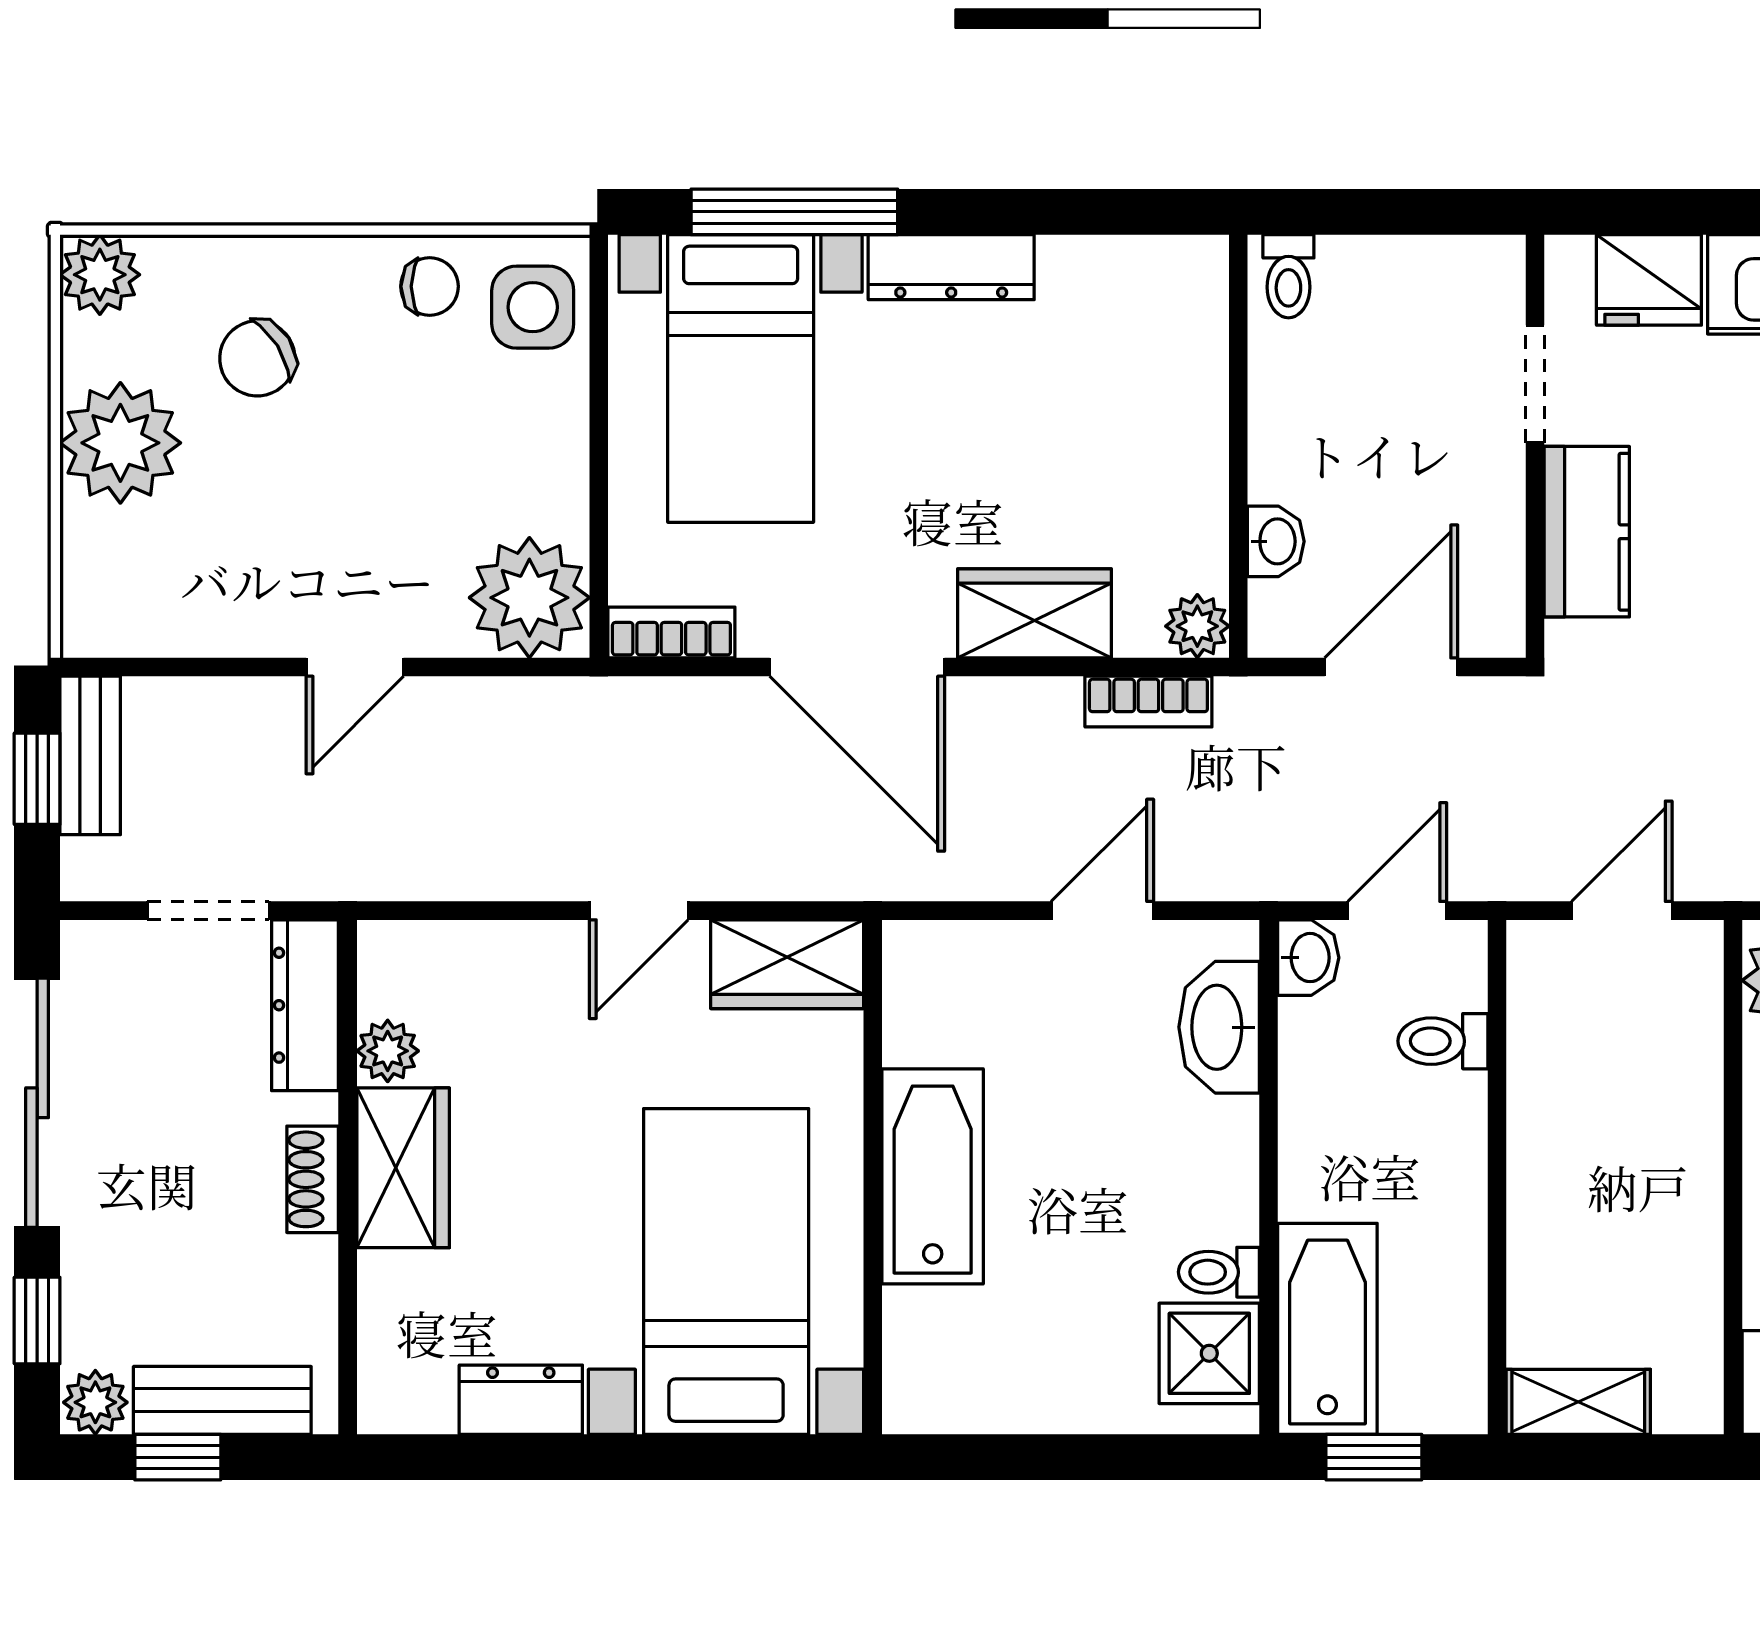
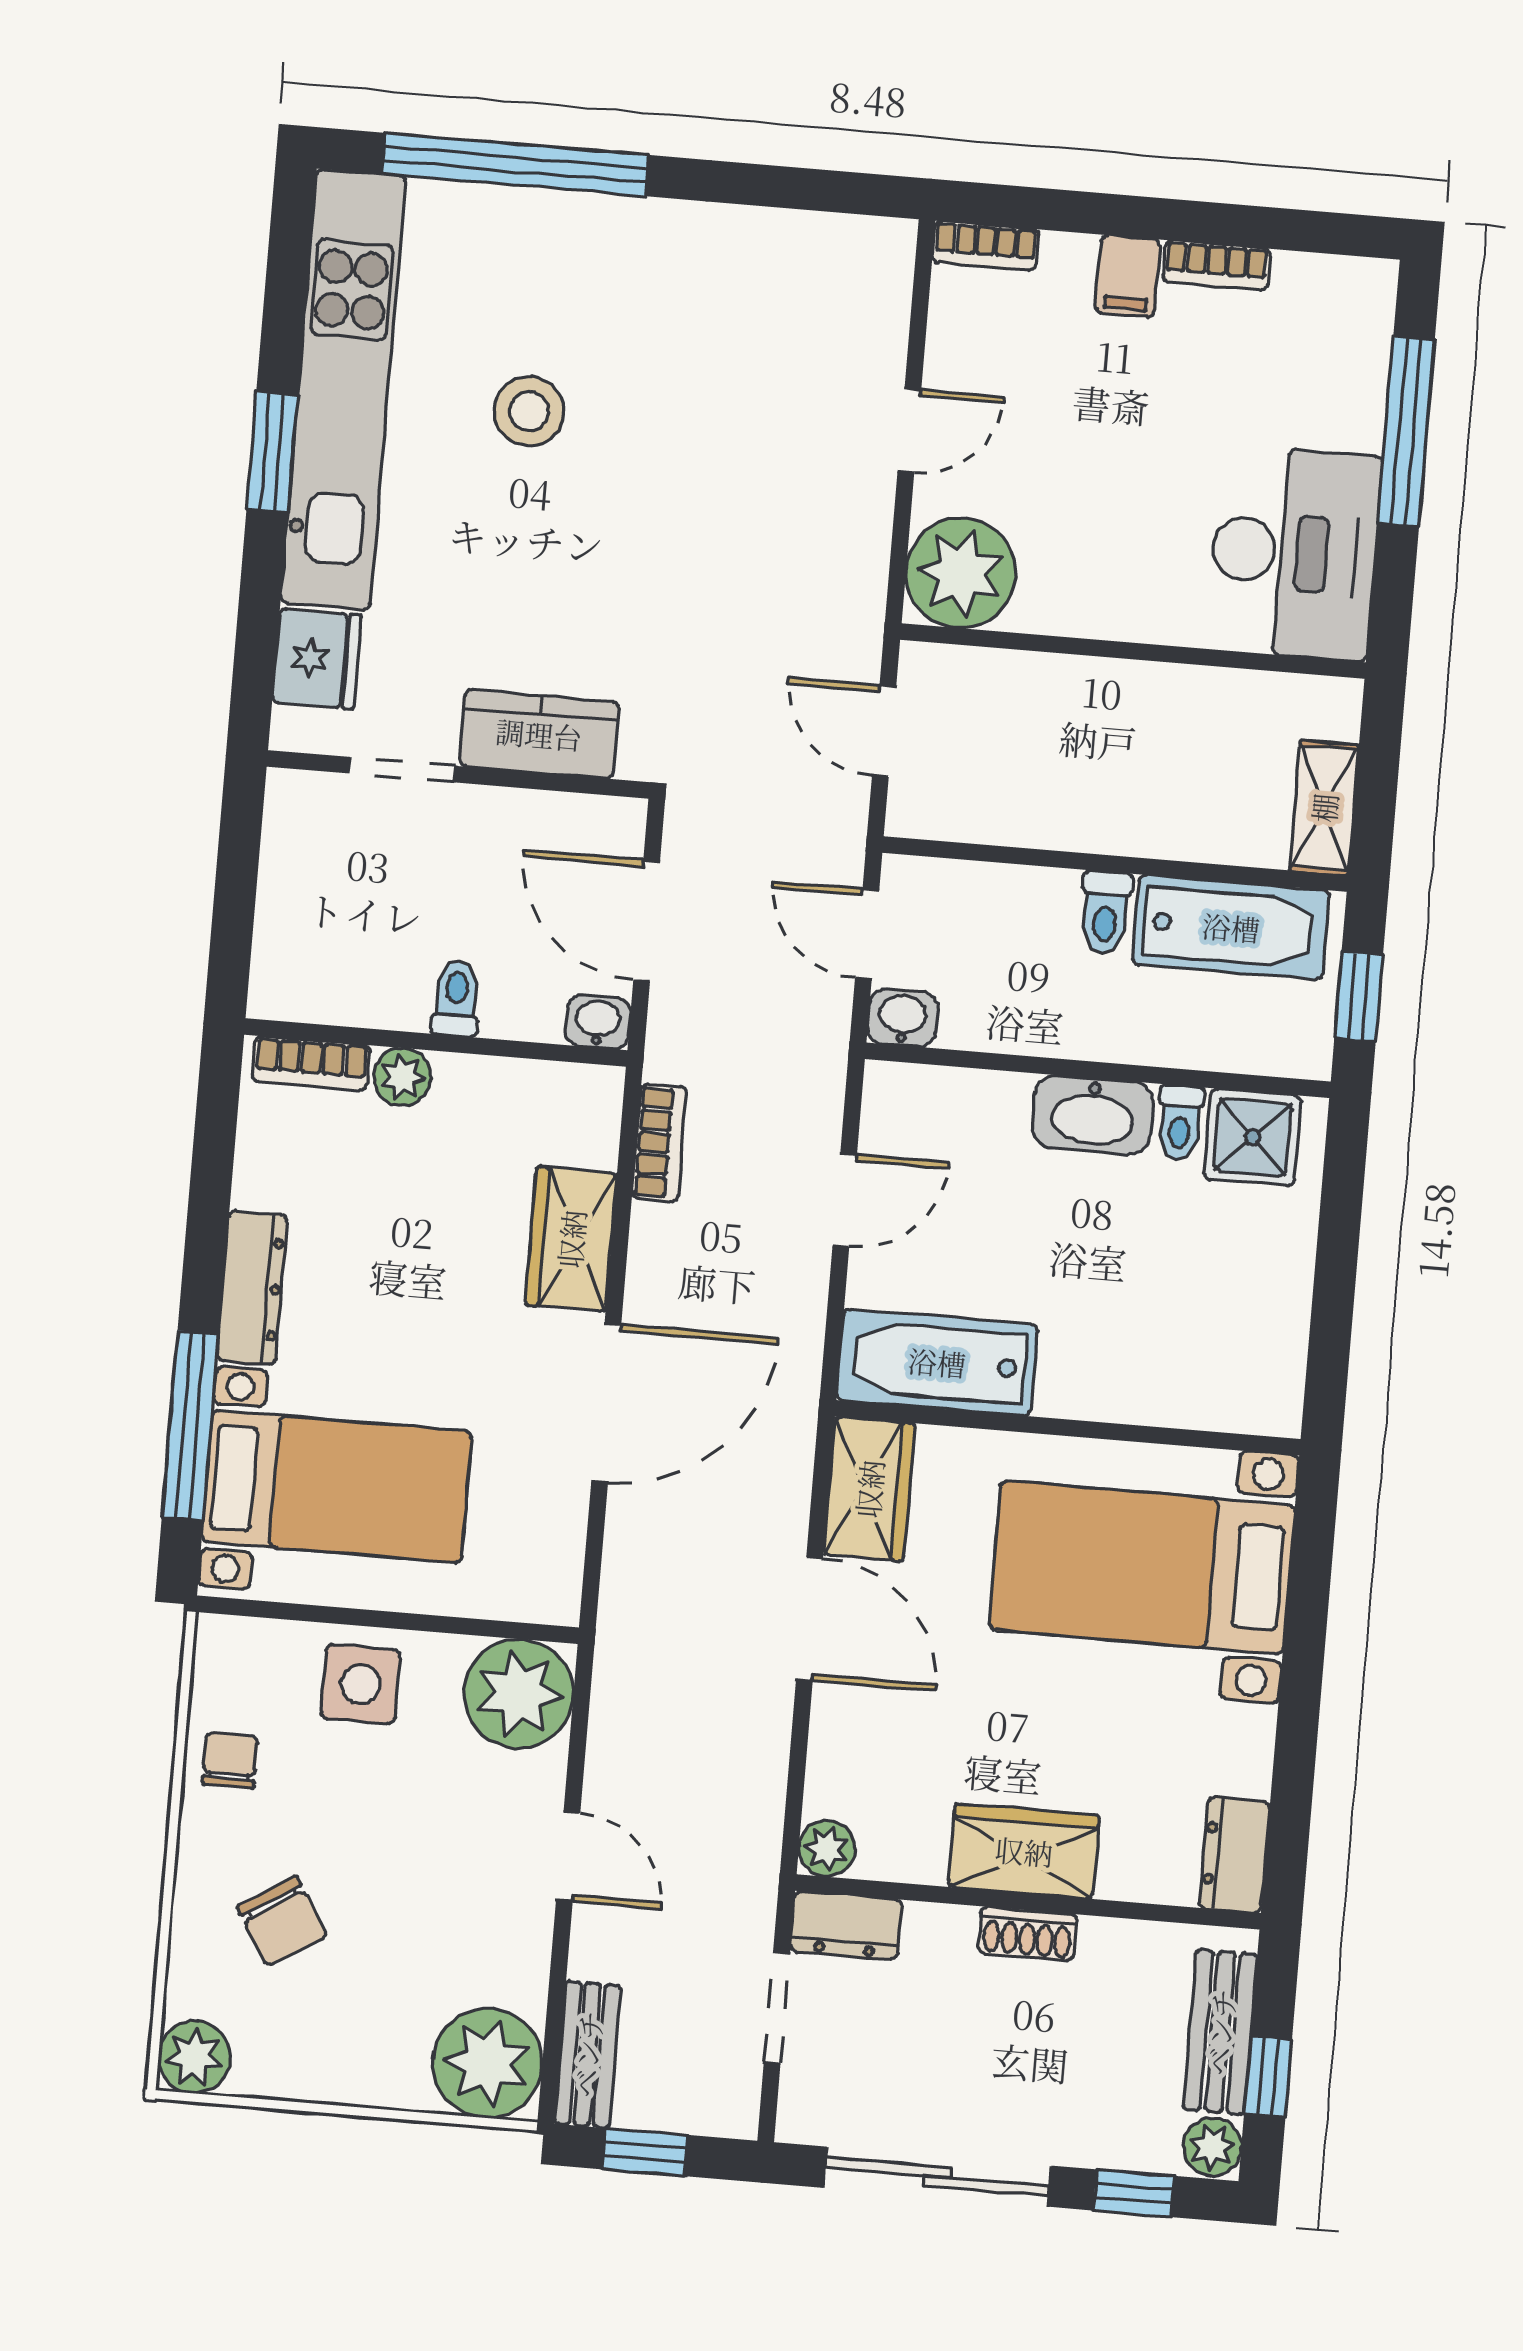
toilet: (1288, 276) -> (456, 998), moved, turned -90
side table: (533, 307) -> (361, 1684), moved
plant: (120, 443) -> (488, 2063), moved
washbasin: (1276, 541) -> (598, 1022), moved
plant: (1197, 626) -> (402, 1077), moved
bookcase: (671, 633) -> (311, 1063), moved, turned -90
bench: (90, 755) -> (587, 2054), moved, turned 90
door: (639, 911) -> (810, 1619), width x1.38
door: (1102, 911) -> (845, 1200), swing flipped
dresser: (305, 1005) -> (846, 1925), width x0.70
washbasin: (1219, 1027) -> (1093, 1115), moved
toilet: (1443, 1041) -> (1105, 913), moved
plant: (388, 1051) -> (827, 1849), moved
bathtub: (933, 1176) -> (937, 1362), moved
bathtub: (1327, 1329) -> (1231, 927), moved, turned 180
dresser: (521, 1400) -> (1234, 1855), moved

